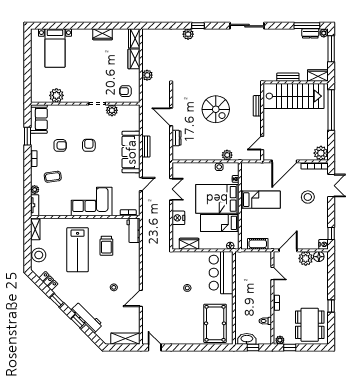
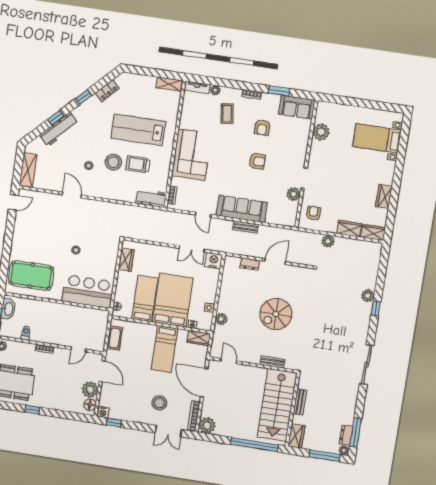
wardrobe: (246, 172) -> (199, 338), added
nightstand: (178, 218) -> (214, 261), moved
stool: (39, 255) -> (113, 162), moved

